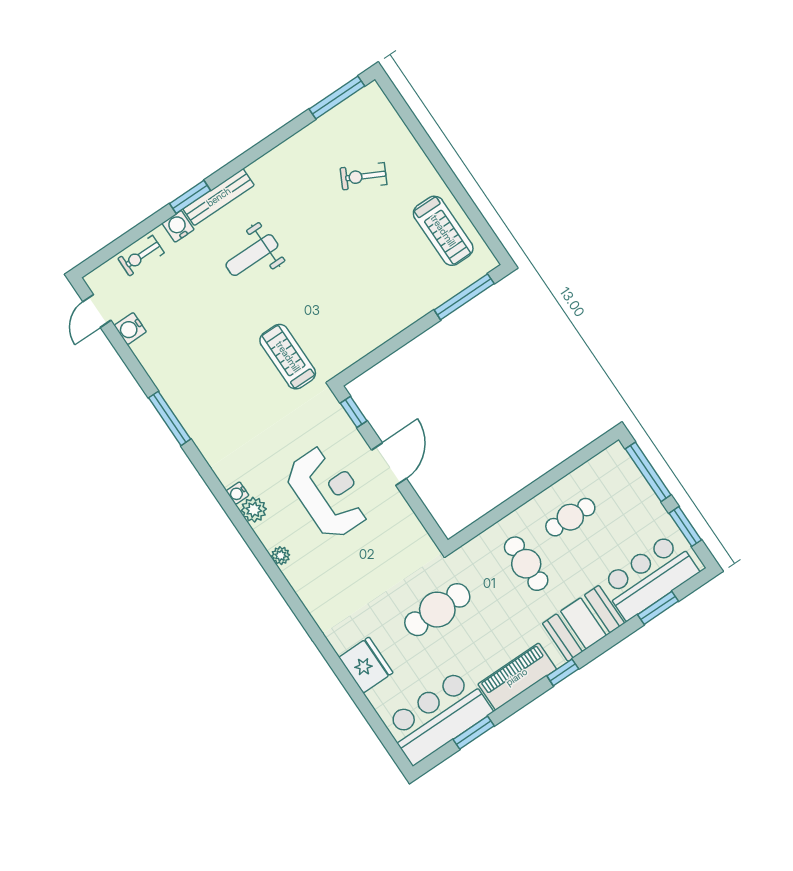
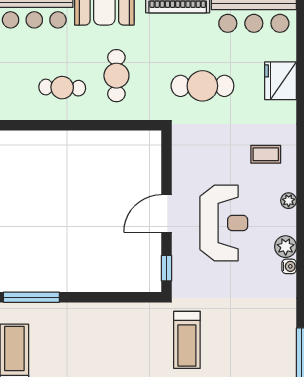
reception desk: (328, 492) -> (224, 223), turned 180
coffee table: (332, 585) -> (266, 154), added

